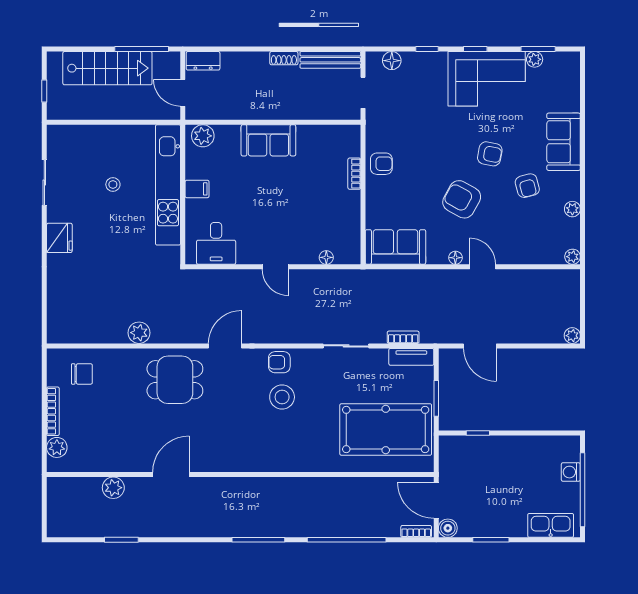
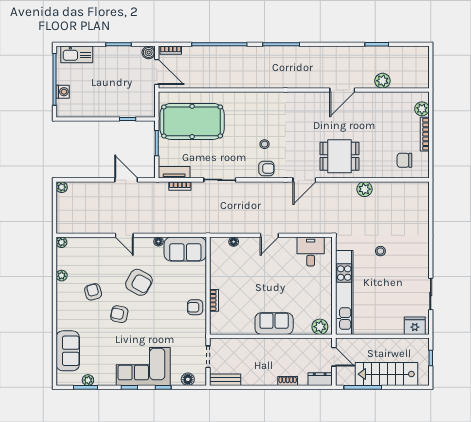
shoe rack: (284, 58) -> (288, 381), moved
bench: (330, 60) -> (225, 380), width x0.73
corner sofa: (487, 79) -> (143, 367), moved
sofa: (564, 142) -> (68, 351), moved
stool: (113, 184) -> (380, 251), moved
filing cabinet: (197, 189) -> (324, 290), removed
fridge: (59, 238) -> (415, 326), moved, turned 90
floor lamp: (455, 258) -> (158, 242), moved
door: (275, 267) -> (269, 235), swing flipped
stool: (282, 397) -> (265, 144), width x0.53, depth x0.53

